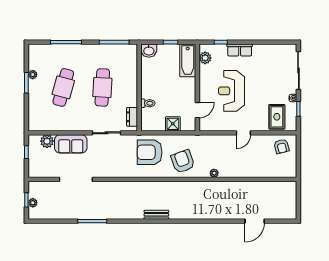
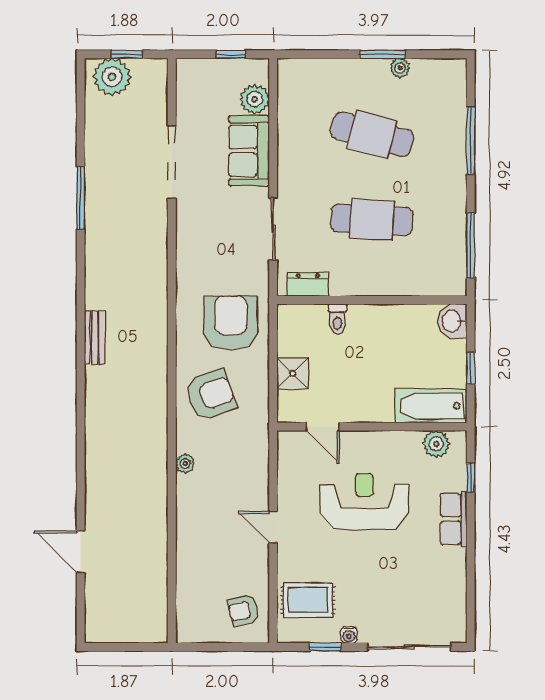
plant: (33, 203) -> (112, 77), width x1.88, depth x1.88

